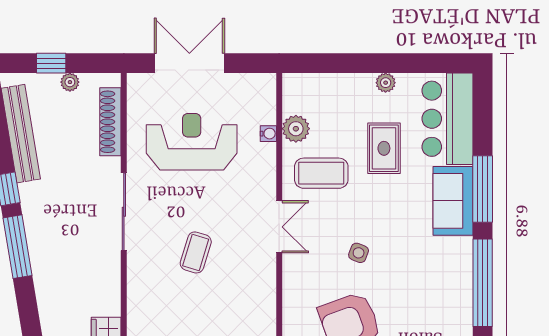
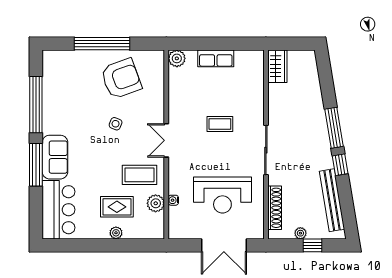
plant: (386, 83) -> (116, 233), moved
rug: (384, 148) -> (117, 207), moved, turned 90
coffee table: (196, 252) -> (220, 124), turned 73

